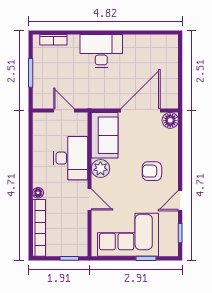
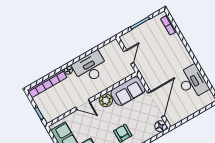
desk: (101, 51) -> (192, 82), moved
door: (141, 110) -> (156, 104), hinge flipped
desk: (71, 158) -> (90, 67), moved, turned 180
door: (89, 200) -> (83, 105), hinge flipped

